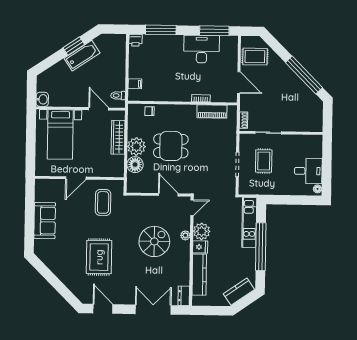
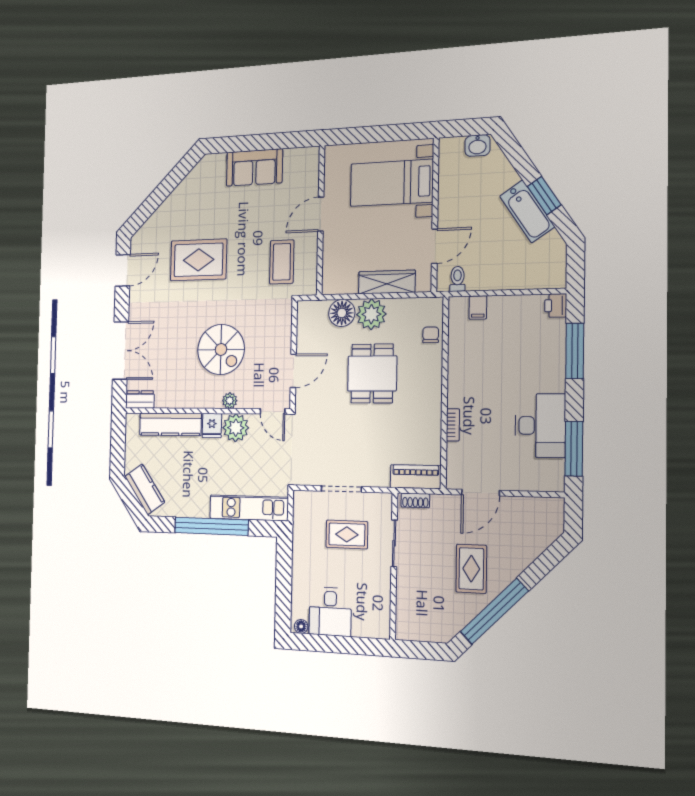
rug: (255, 57) -> (471, 569), moved
washbasin: (42, 99) -> (477, 146), moved
piano: (212, 112) -> (416, 477), moved, turned 90
door: (76, 178) -> (321, 214), hinge flipped
coffee table: (103, 202) -> (282, 262), turned 90

